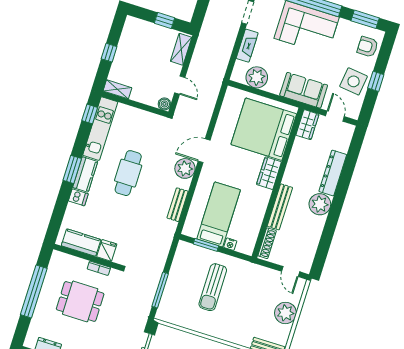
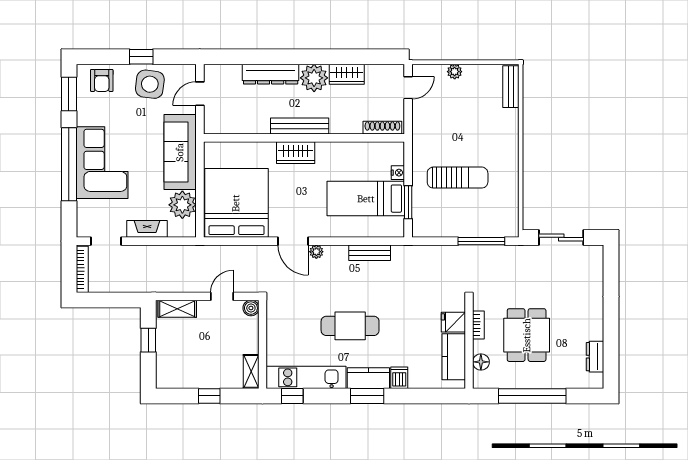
sofa: (304, 90) -> (180, 152), width x1.36
wardrobe: (307, 125) -> (347, 74), moved, turned 180
bed: (264, 129) -> (236, 203), moved, turned 180
plant: (185, 168) -> (316, 252), width x0.53, depth x0.53
bench: (280, 207) -> (300, 126), moved
floor lamp: (71, 261) -> (481, 362), added
plant: (285, 313) -> (455, 72), width x0.53, depth x0.53

